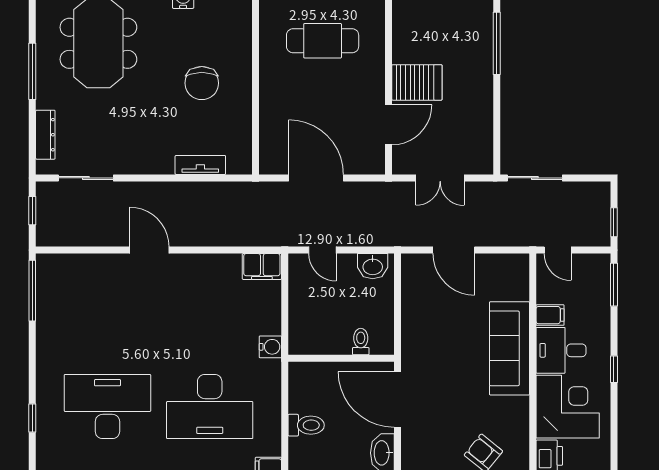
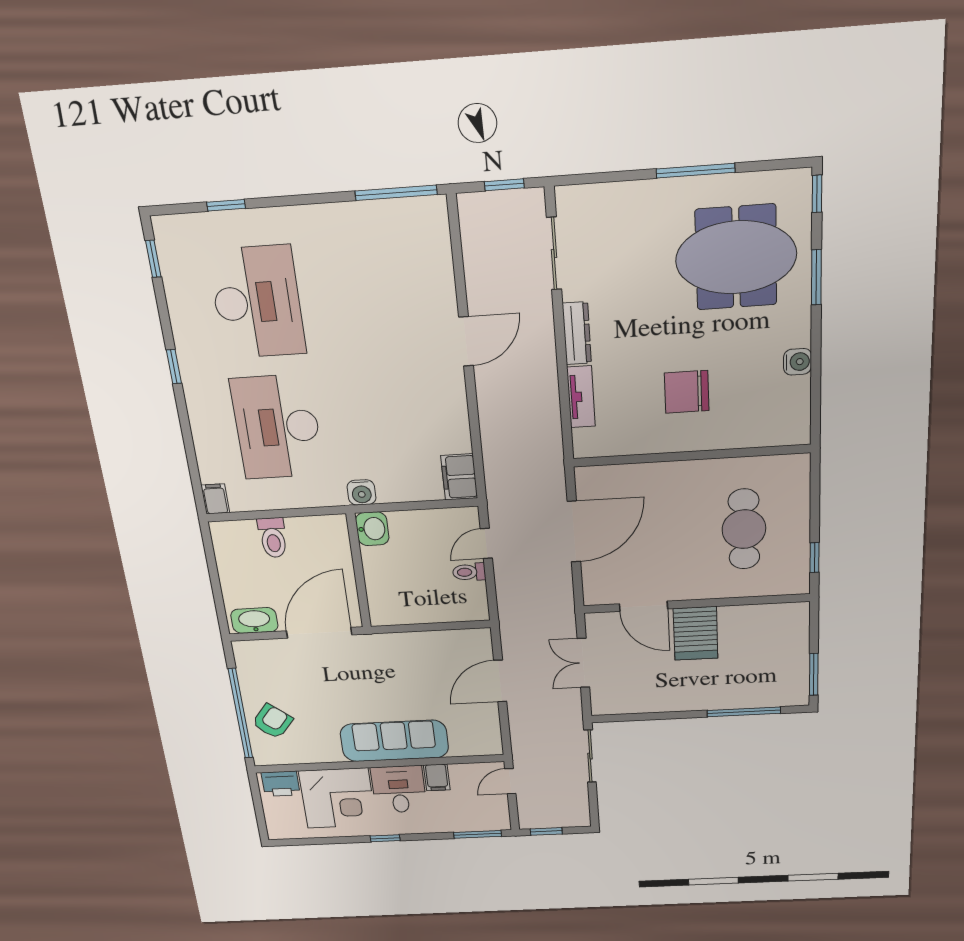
dresser: (45, 135) -> (577, 333), moved, turned -90
washbasin: (373, 266) -> (372, 529), moved, turned 180
toilet: (361, 342) -> (469, 572), moved, turned 180

